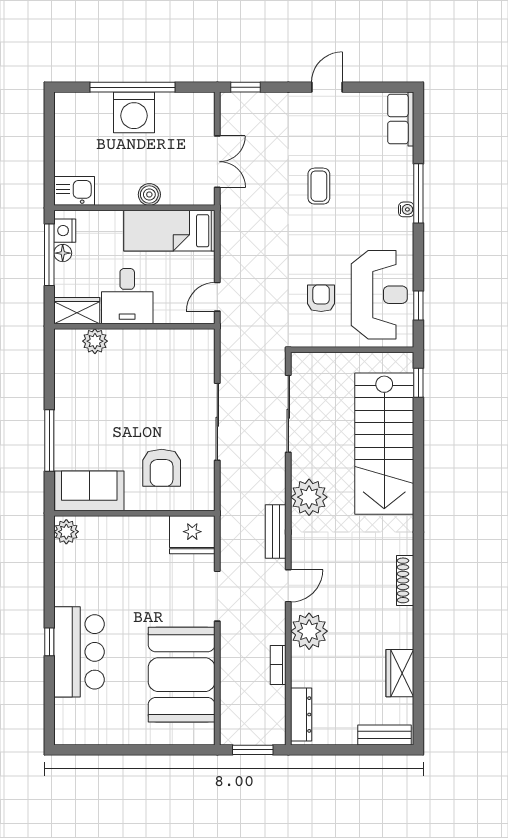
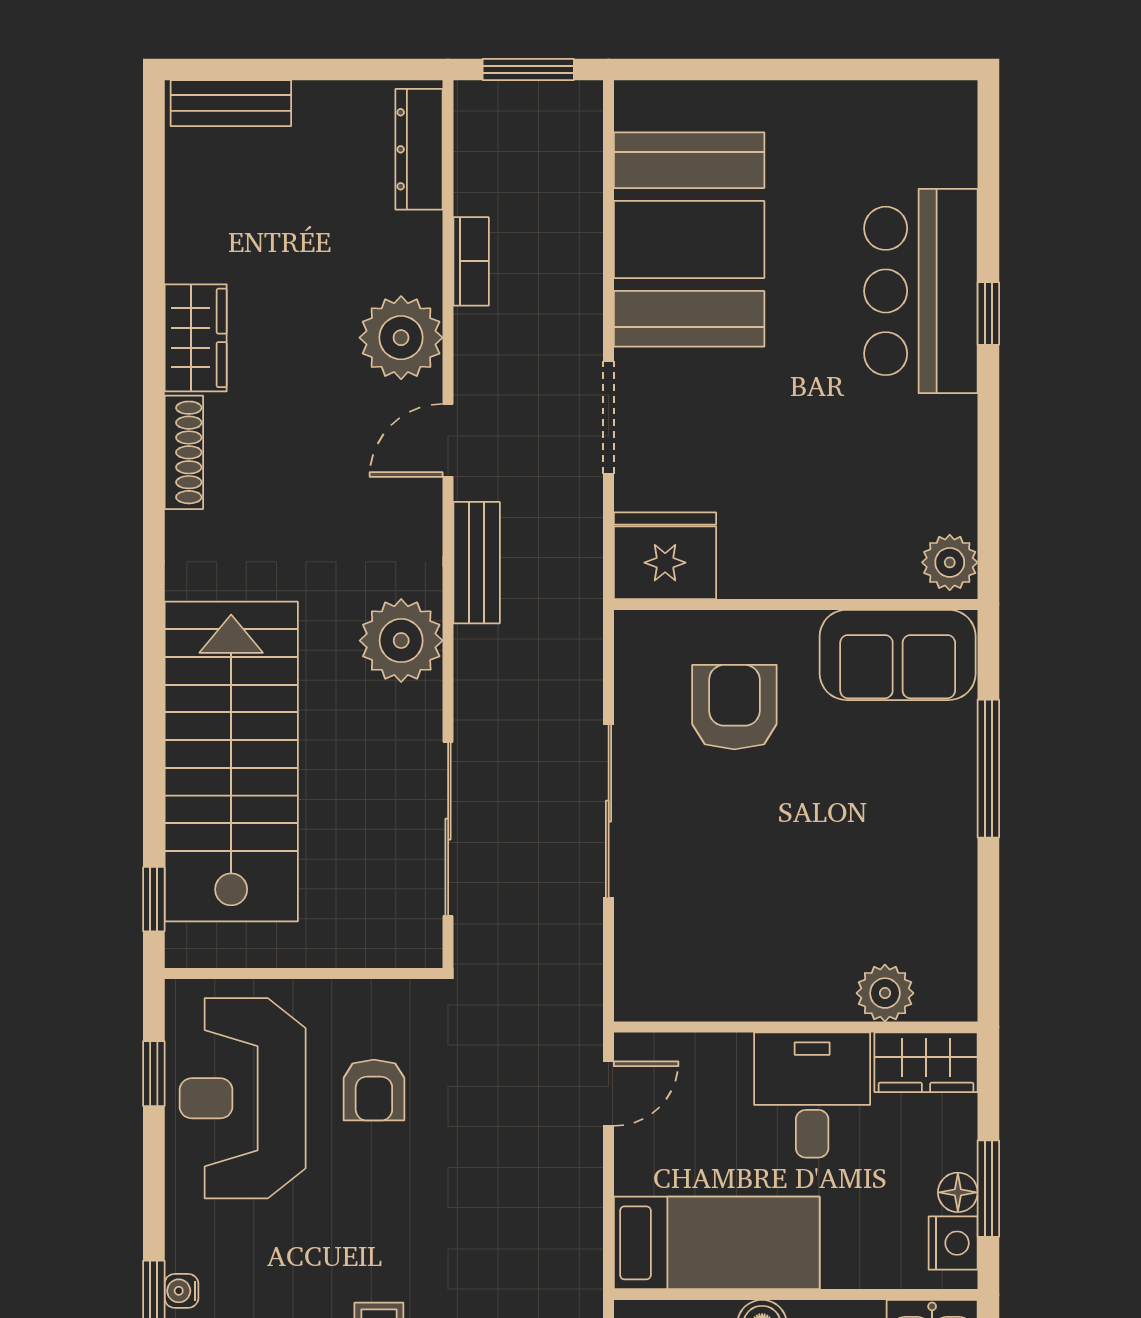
window: (49, 255) -> (988, 1189), width x0.69
wardrobe: (400, 673) -> (196, 338), moved

